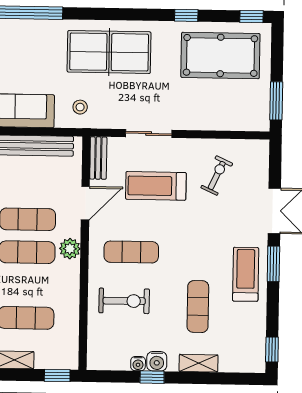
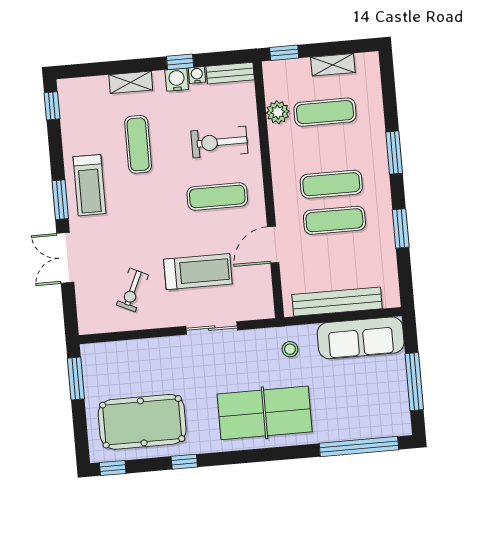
bench: (98, 158) -> (230, 73), moved, turned 90
plant: (70, 249) -> (278, 112), moved

